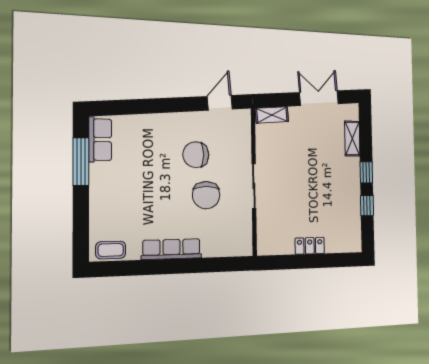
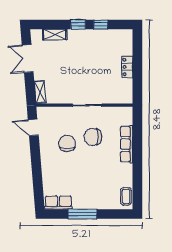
chair: (196, 155) -> (67, 143), turned 180
window: (81, 162) -> (82, 214), moved
chair: (206, 195) -> (93, 137), turned 180
row of seats: (171, 249) -> (127, 144), moved

